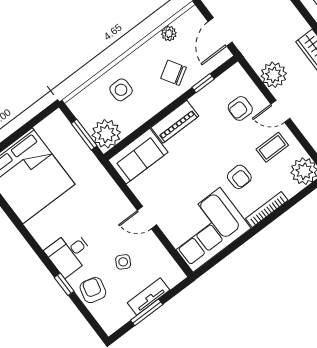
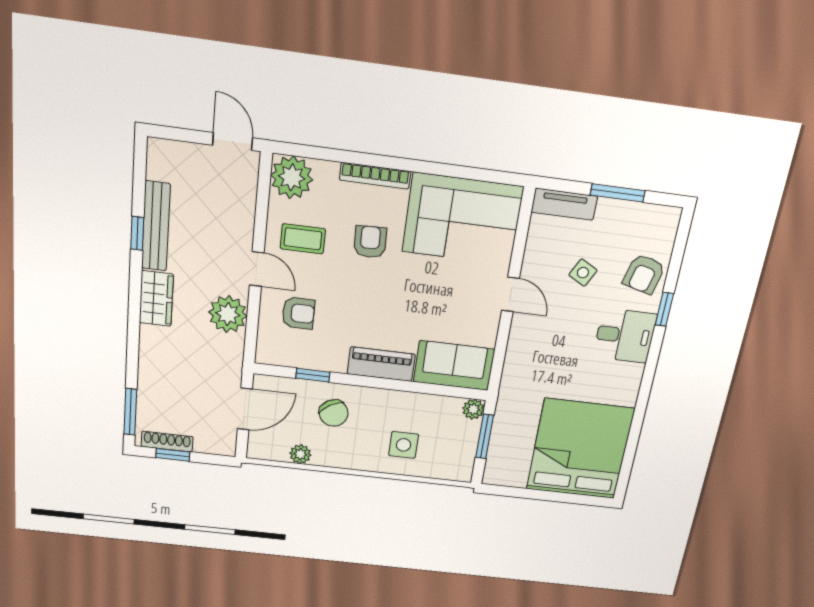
plant: (106, 134) -> (473, 409), width x0.53, depth x0.53
tv unit: (148, 296) -> (564, 204), moved

